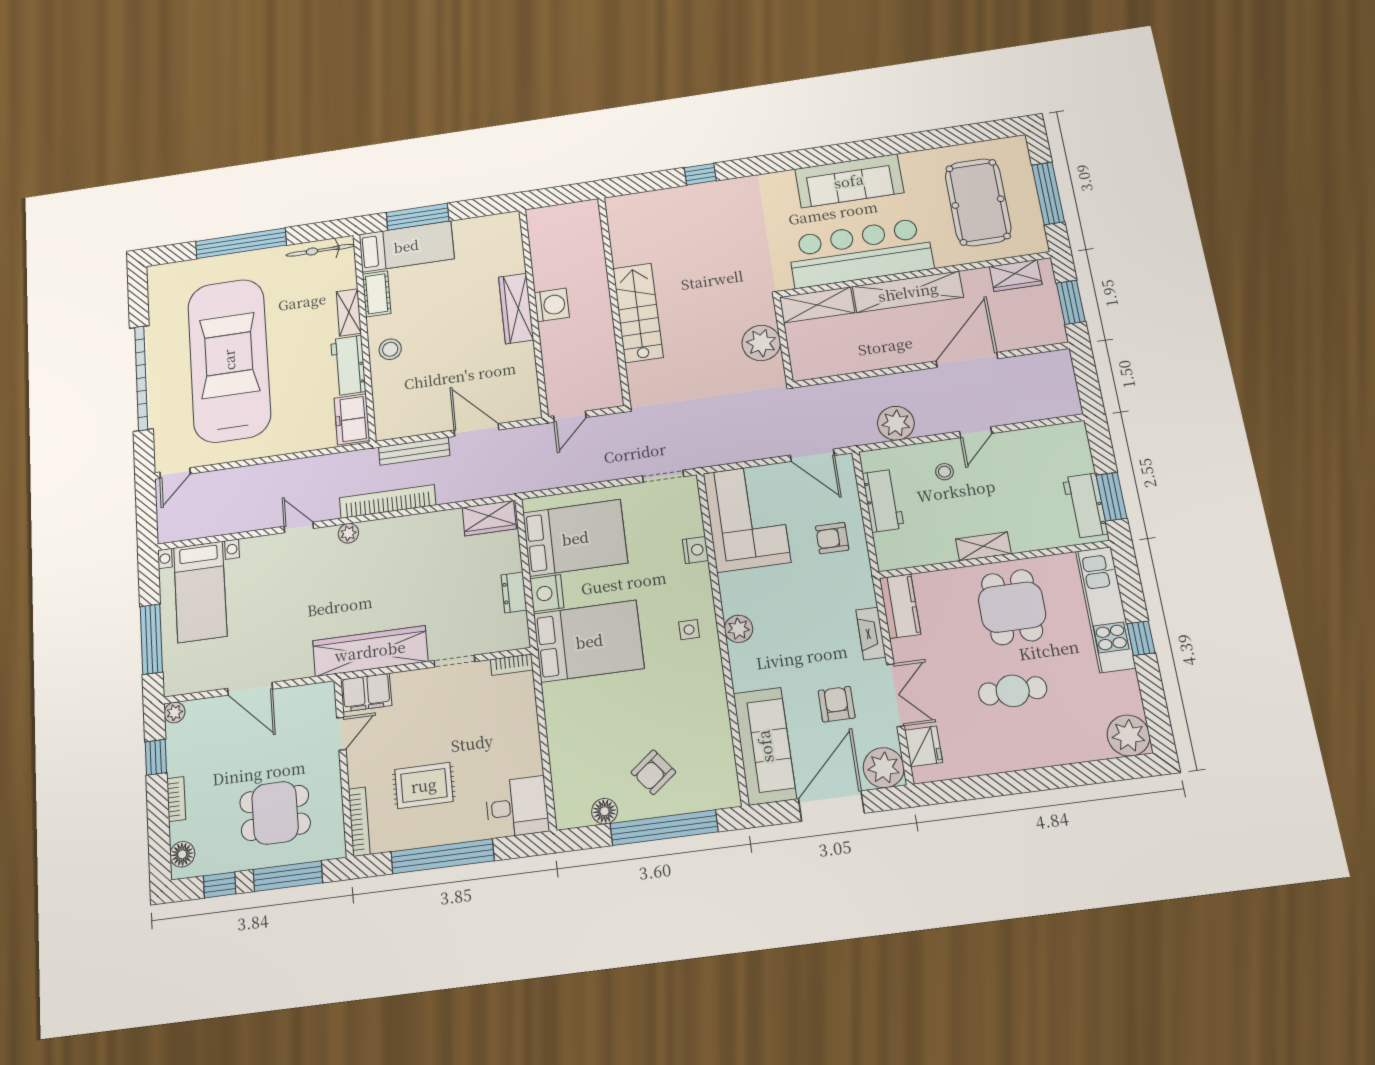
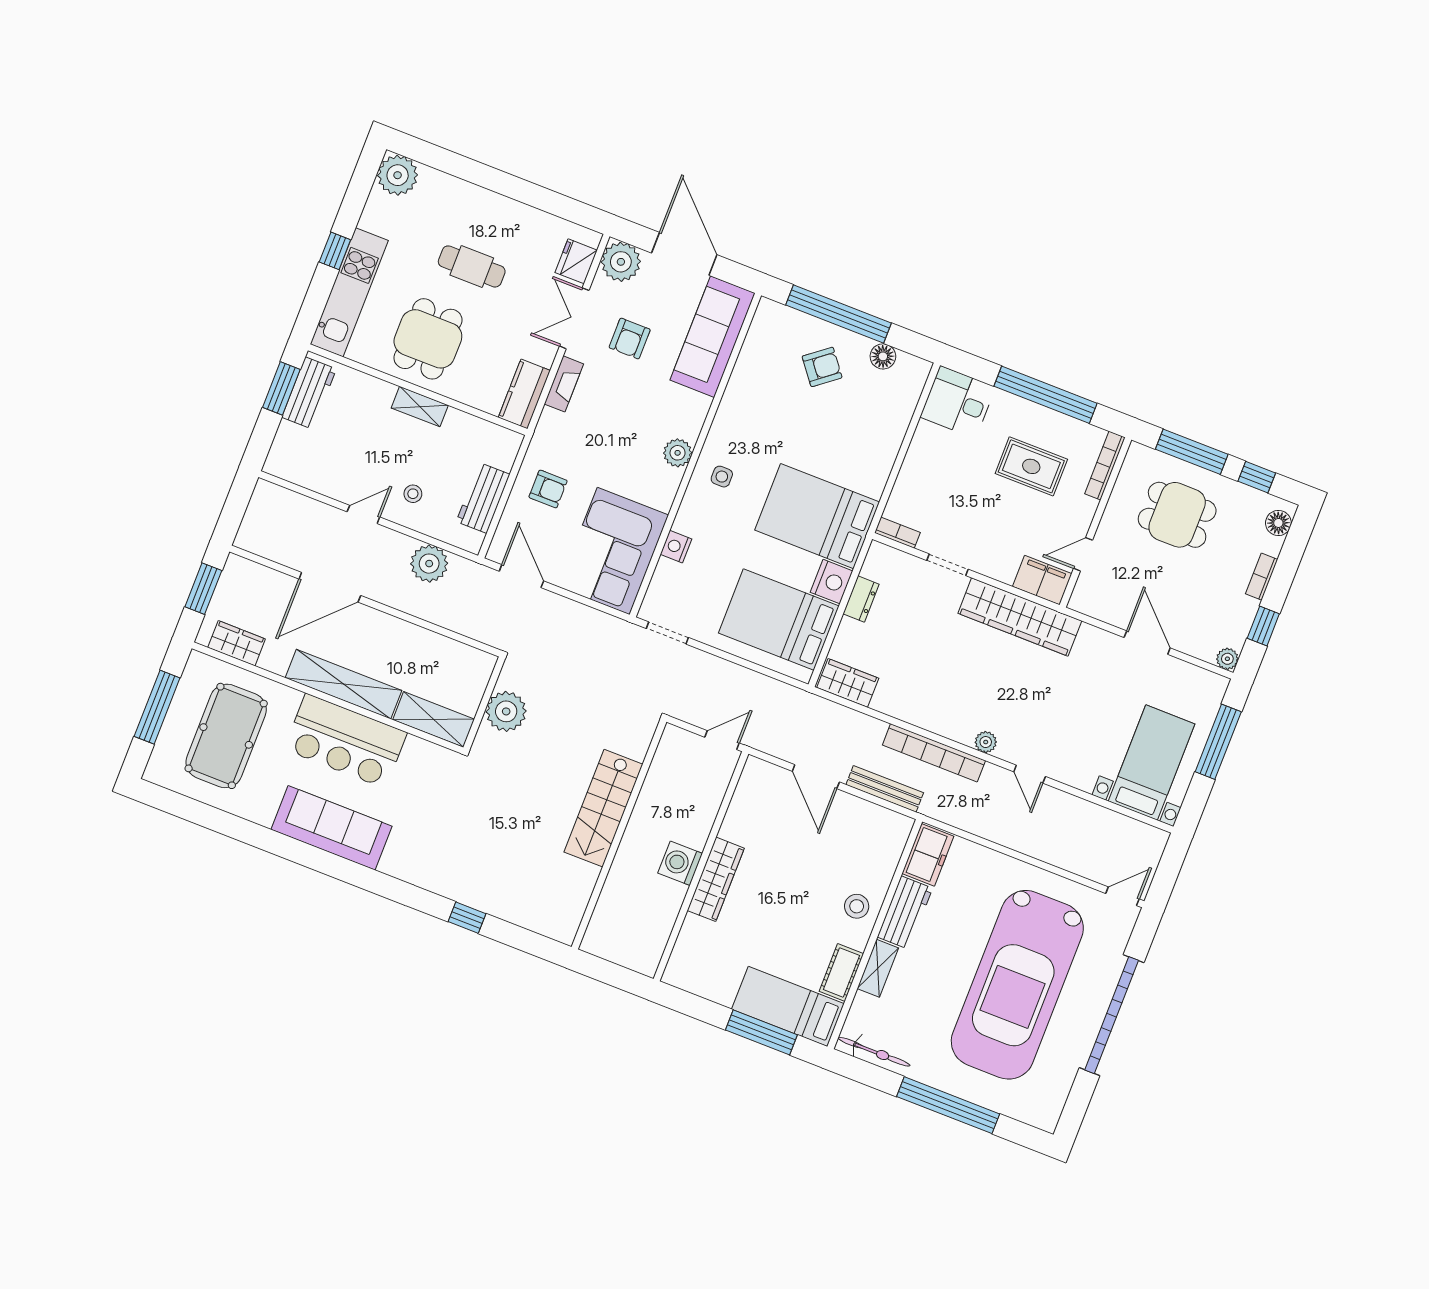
bar counter: (860, 253) -> (345, 741), width x0.73
door: (831, 806) -> (684, 254), swing flipped

